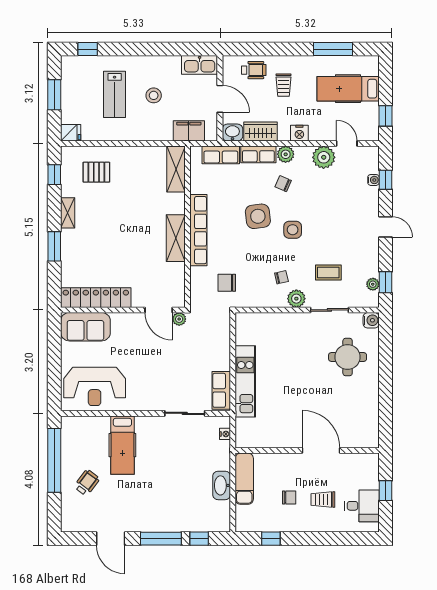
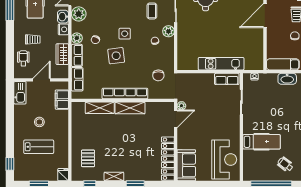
washbasin: (232, 133) -> (63, 17), moved
shelving: (176, 169) -> (100, 108), moved

